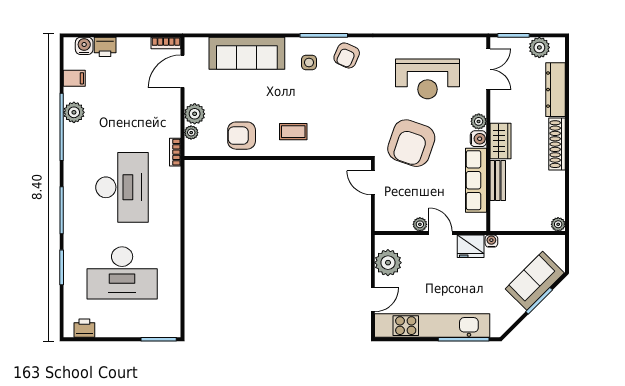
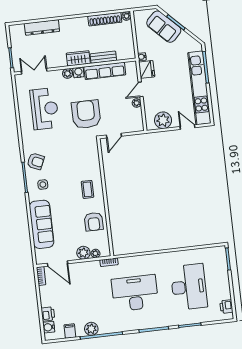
plant: (539, 47) -> (17, 41), removed
armchair: (411, 143) -> (86, 114), turned -109
shoe rack: (557, 144) -> (105, 19), moved

